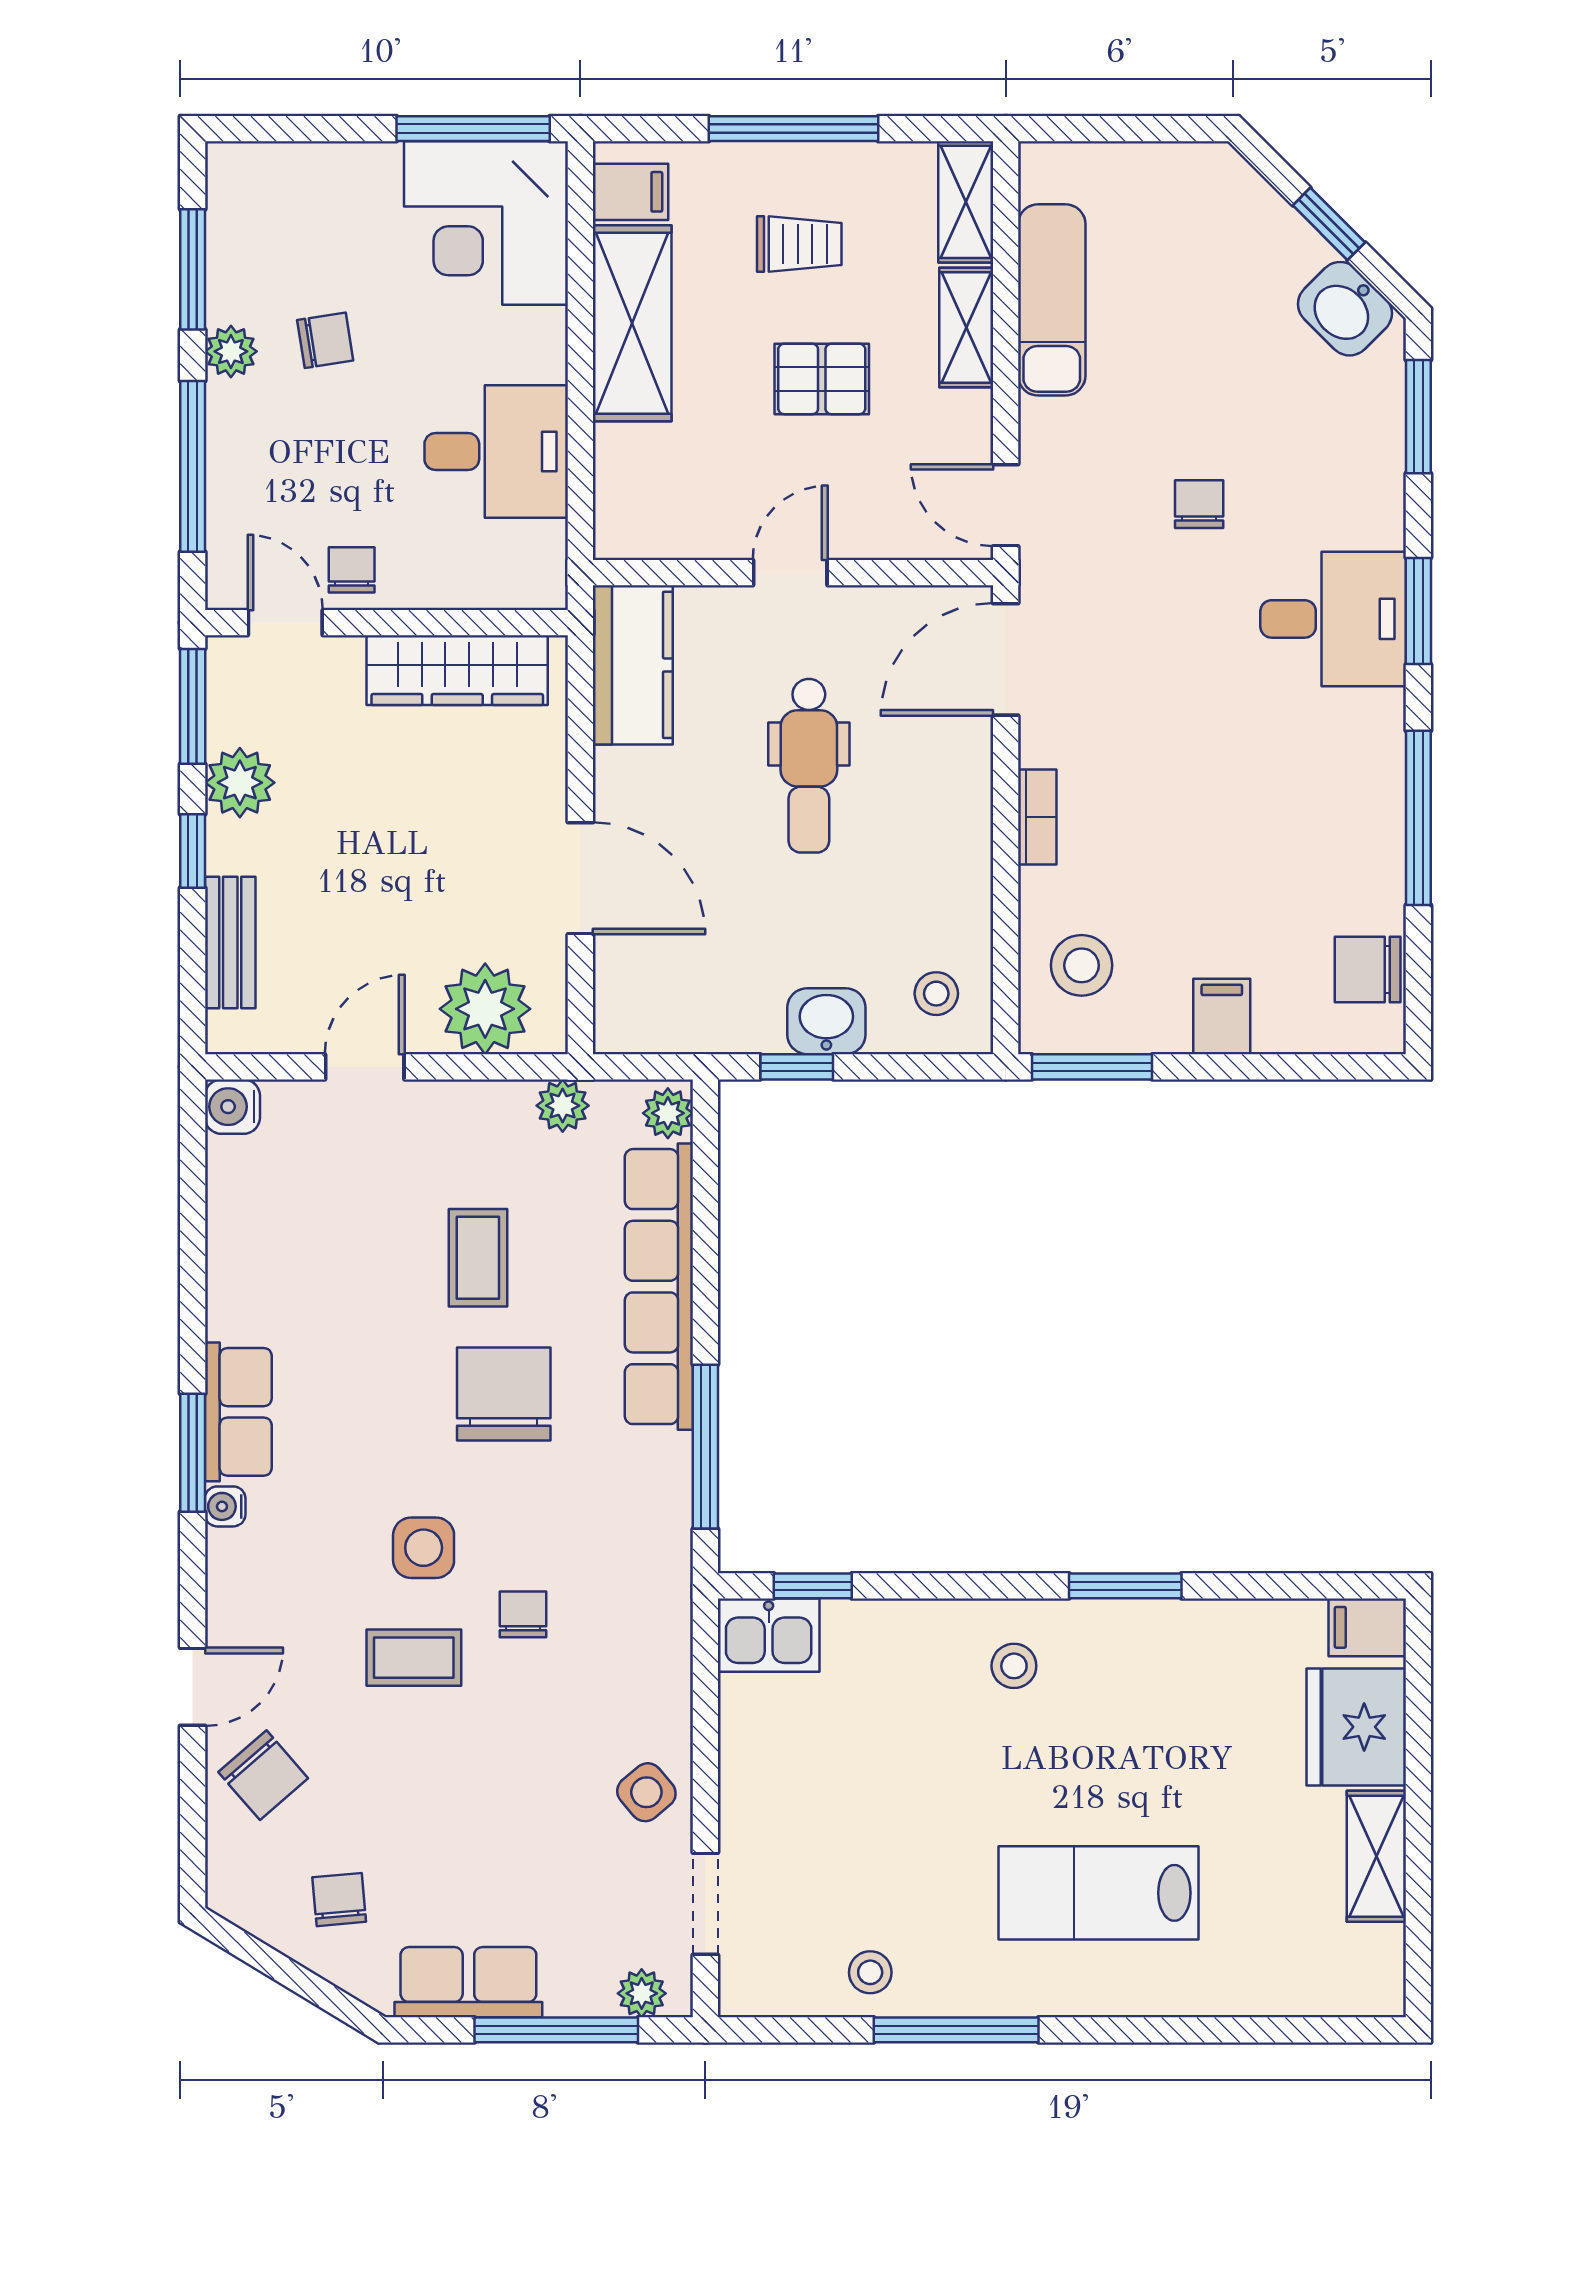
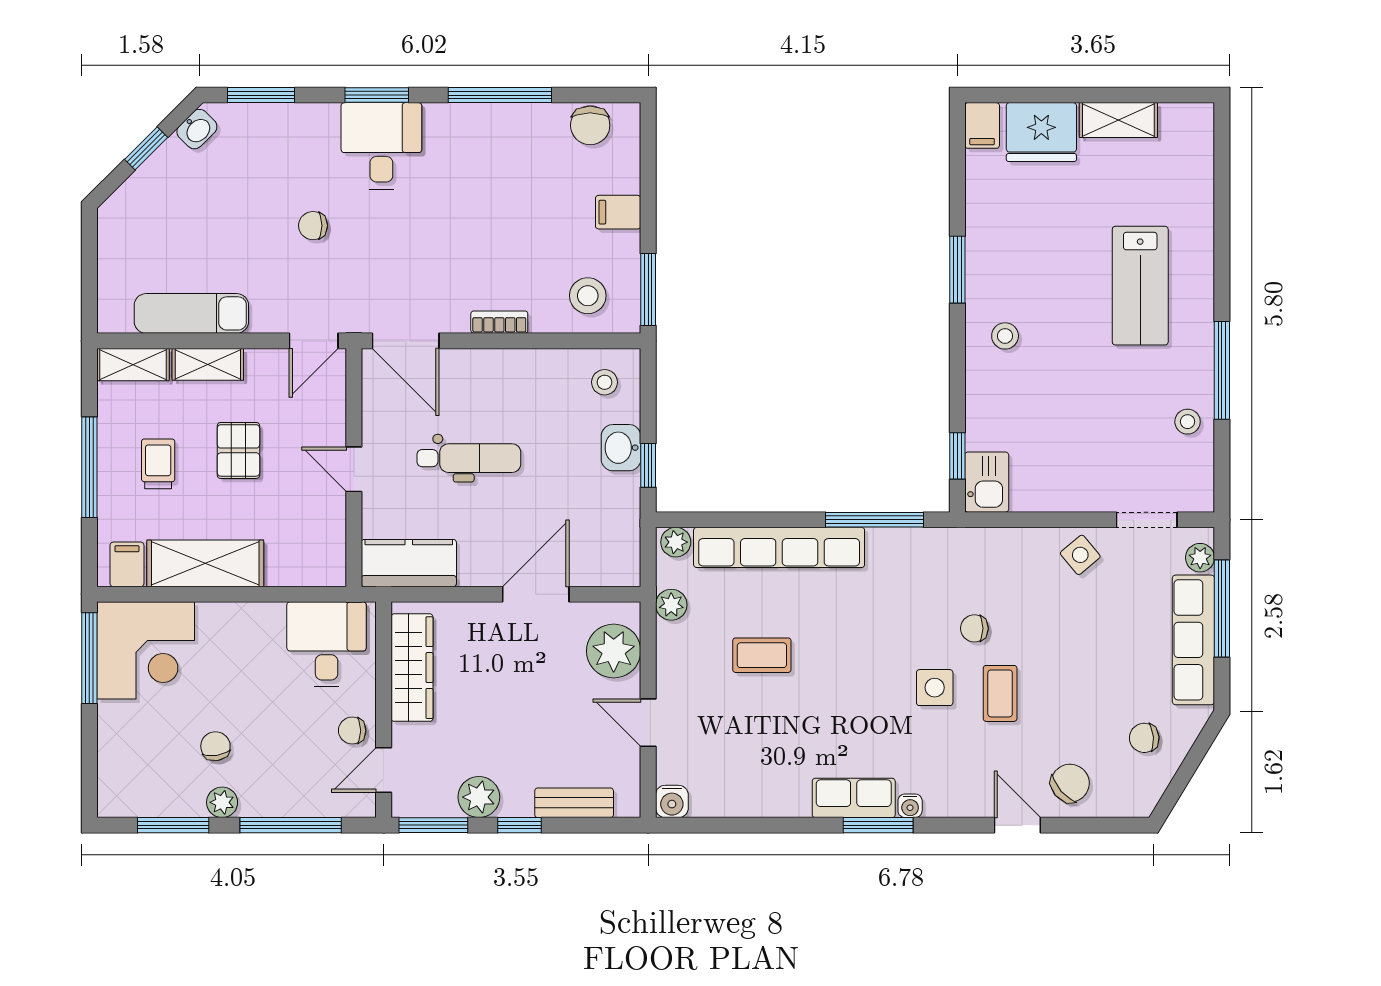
washbasin: (1345, 309) -> (197, 129), width x0.72, depth x0.69
desk: (496, 452) -> (327, 644), moved
chair: (504, 1394) -> (843, 640), removed
row of seats: (468, 1982) -> (1193, 640), width x1.48

